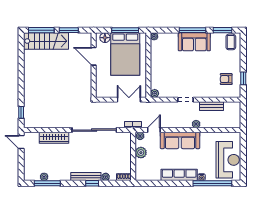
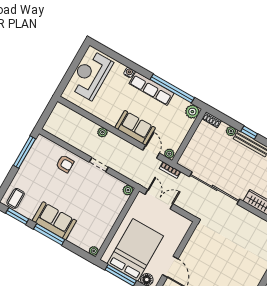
window: (243, 78) -> (25, 152), width x2.17
armchair: (226, 79) -> (65, 164), moved
double door: (129, 100) -> (159, 199), swing flipped
bench: (211, 106) -> (75, 142), removed
door: (154, 130) -> (151, 152), swing flipped
sofa: (180, 140) -> (135, 128), width x0.73
plant: (141, 153) -> (192, 112), moved
window: (212, 183) -> (172, 89), moved

